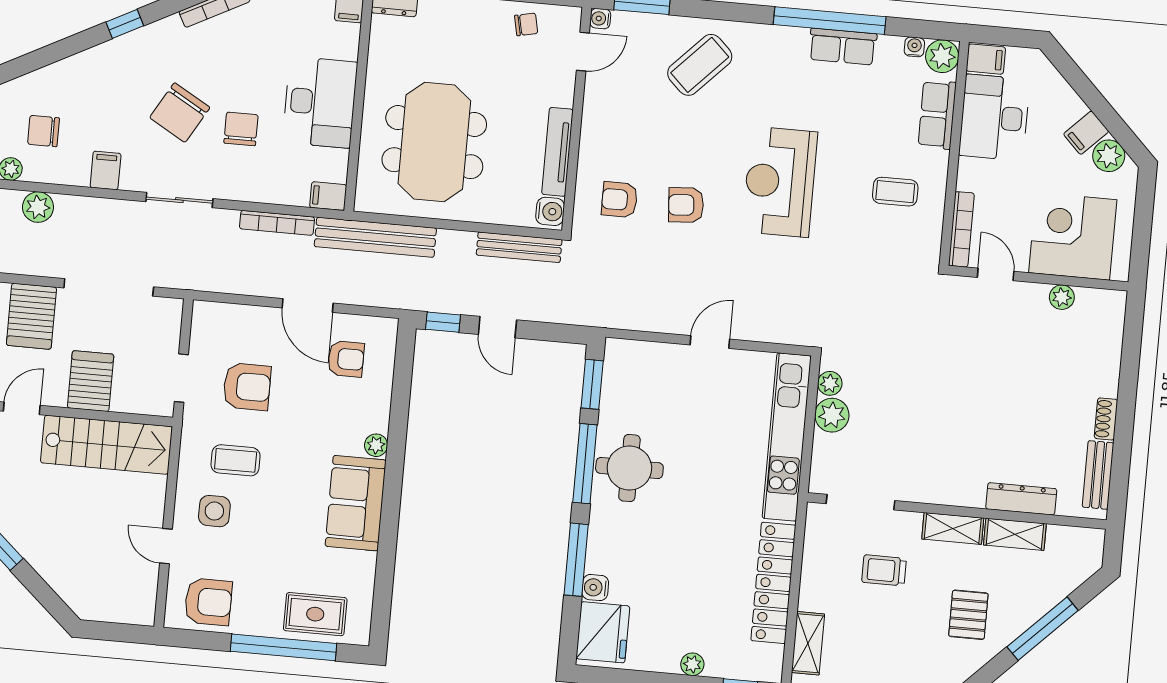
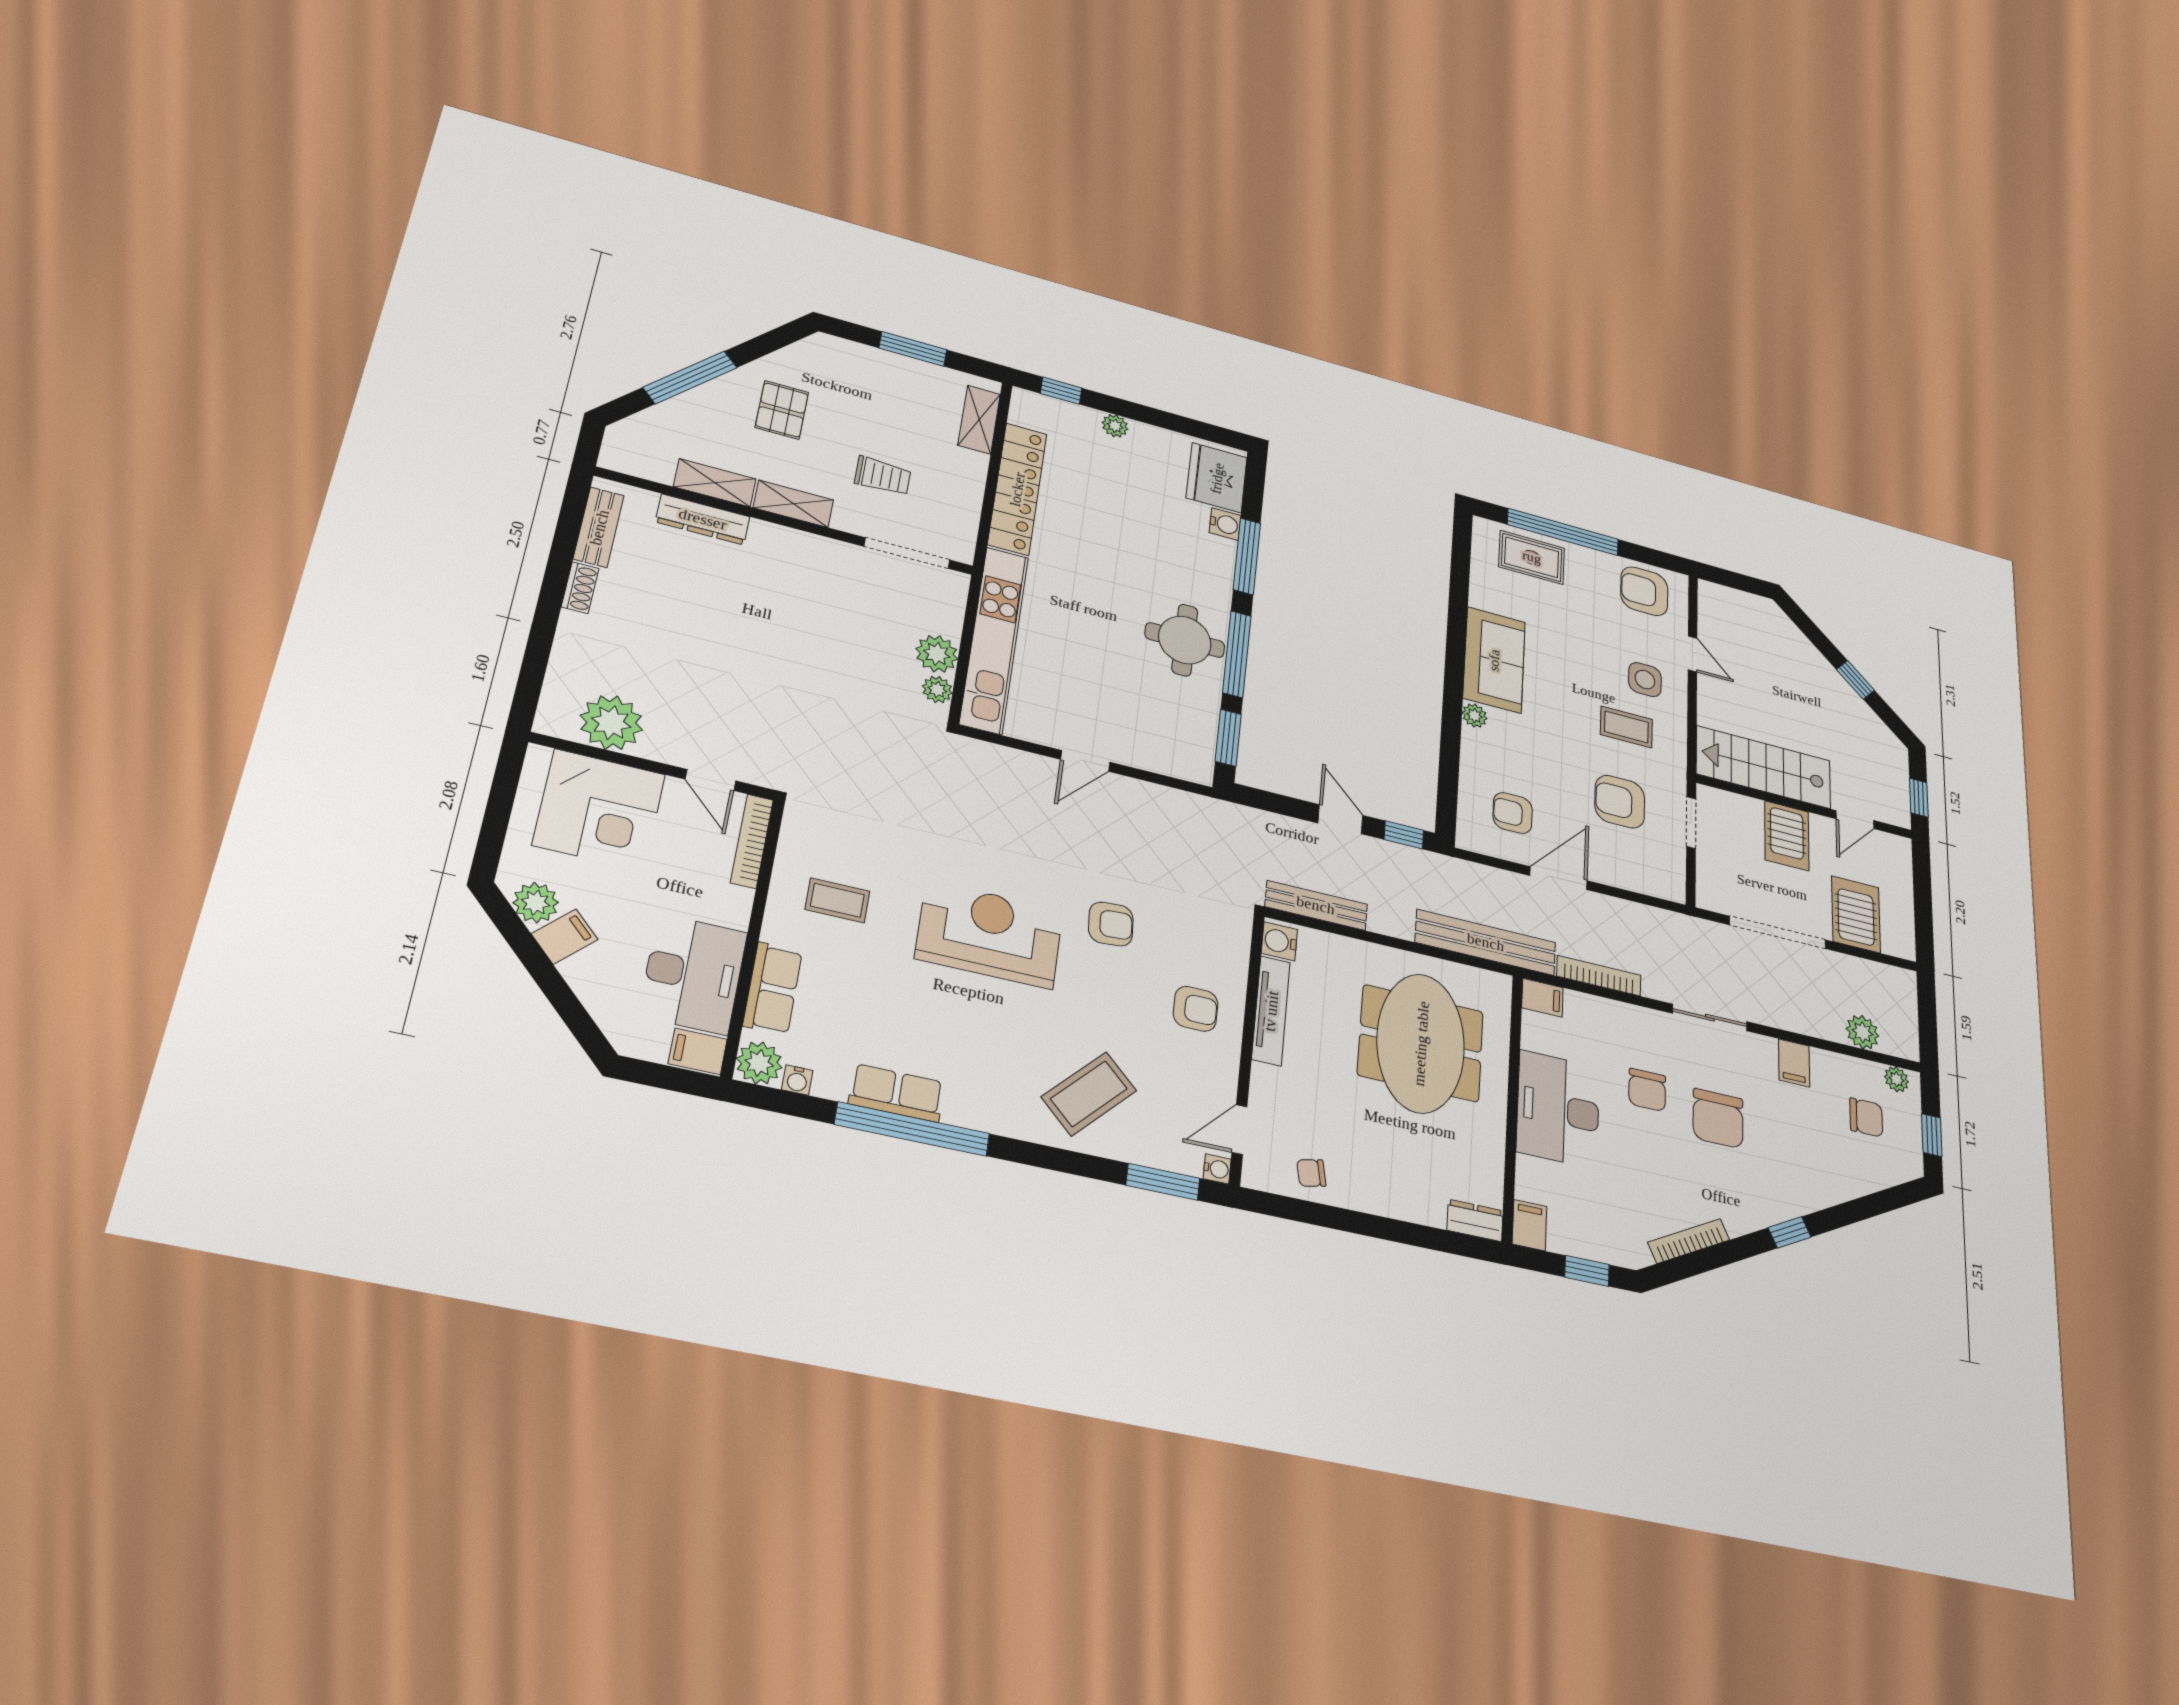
chair: (180, 113) -> (1718, 1118), turned 150
reception desk: (780, 182) -> (989, 934), turned -90
armchair: (619, 200) -> (1196, 1009), moved
plant: (1062, 297) -> (611, 723), width x1.88, depth x1.88
door: (308, 305) -> (1559, 878), hinge flipped

